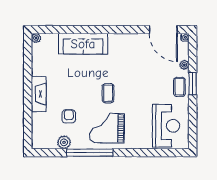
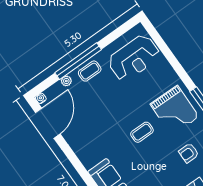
window: (193, 84) -> (78, 61), width x2.11
reception desk: (166, 126) -> (134, 58), turned 180

